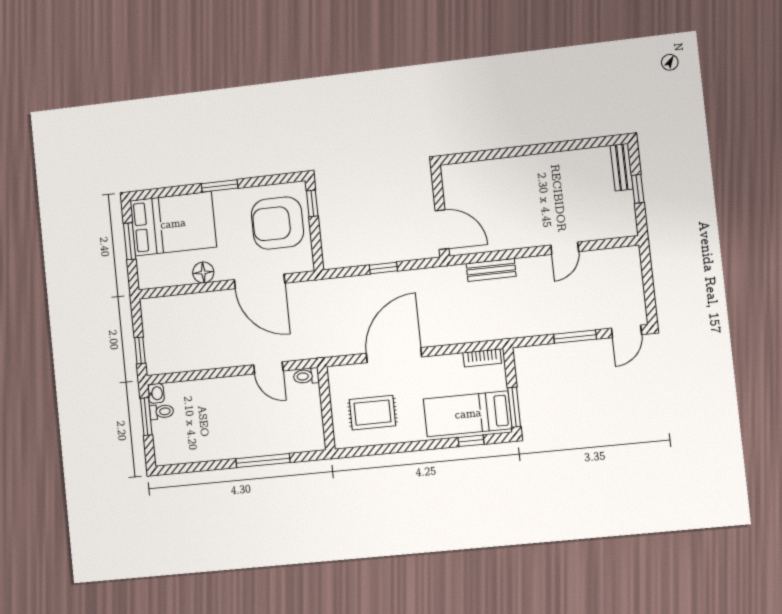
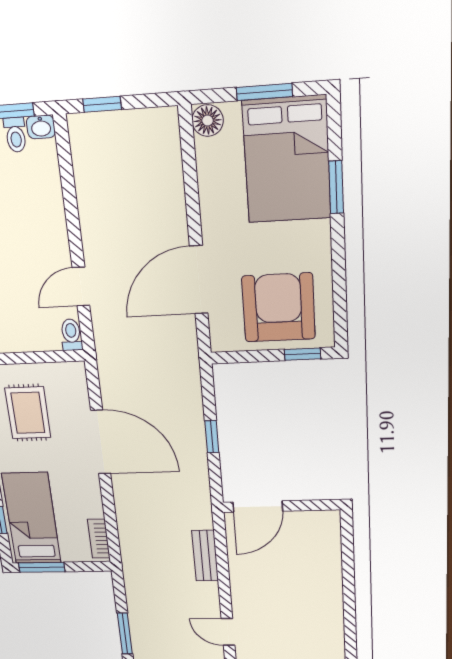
window: (220, 186) -> (336, 187), moved
floor lamp: (203, 272) -> (208, 121), moved

